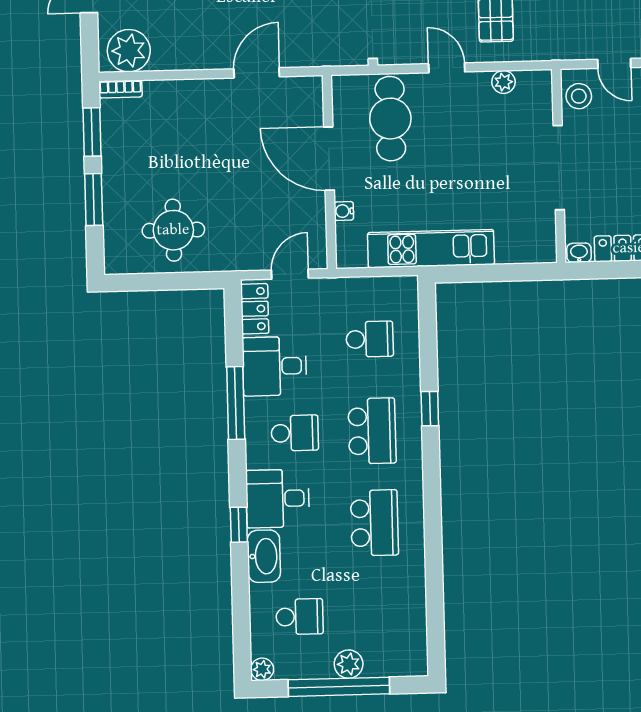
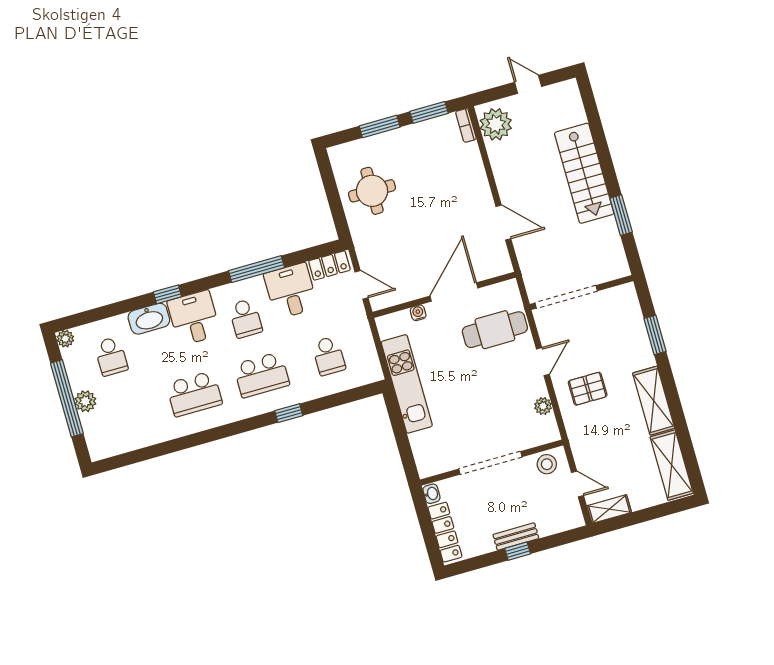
door: (614, 63) -> (577, 484), swing flipped

